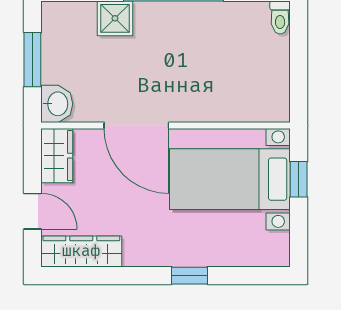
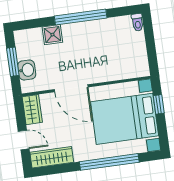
washbasin: (57, 104) -> (27, 70), moved
bed with nightstands: (230, 179) -> (125, 119), width x1.36
window: (189, 276) -> (109, 162), width x3.17

